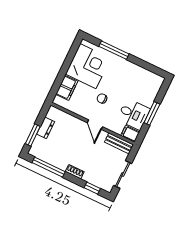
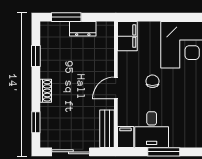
filing cabinet: (67, 88) -> (127, 36), moved, turned -90
window: (49, 167) -> (36, 56), width x0.46

